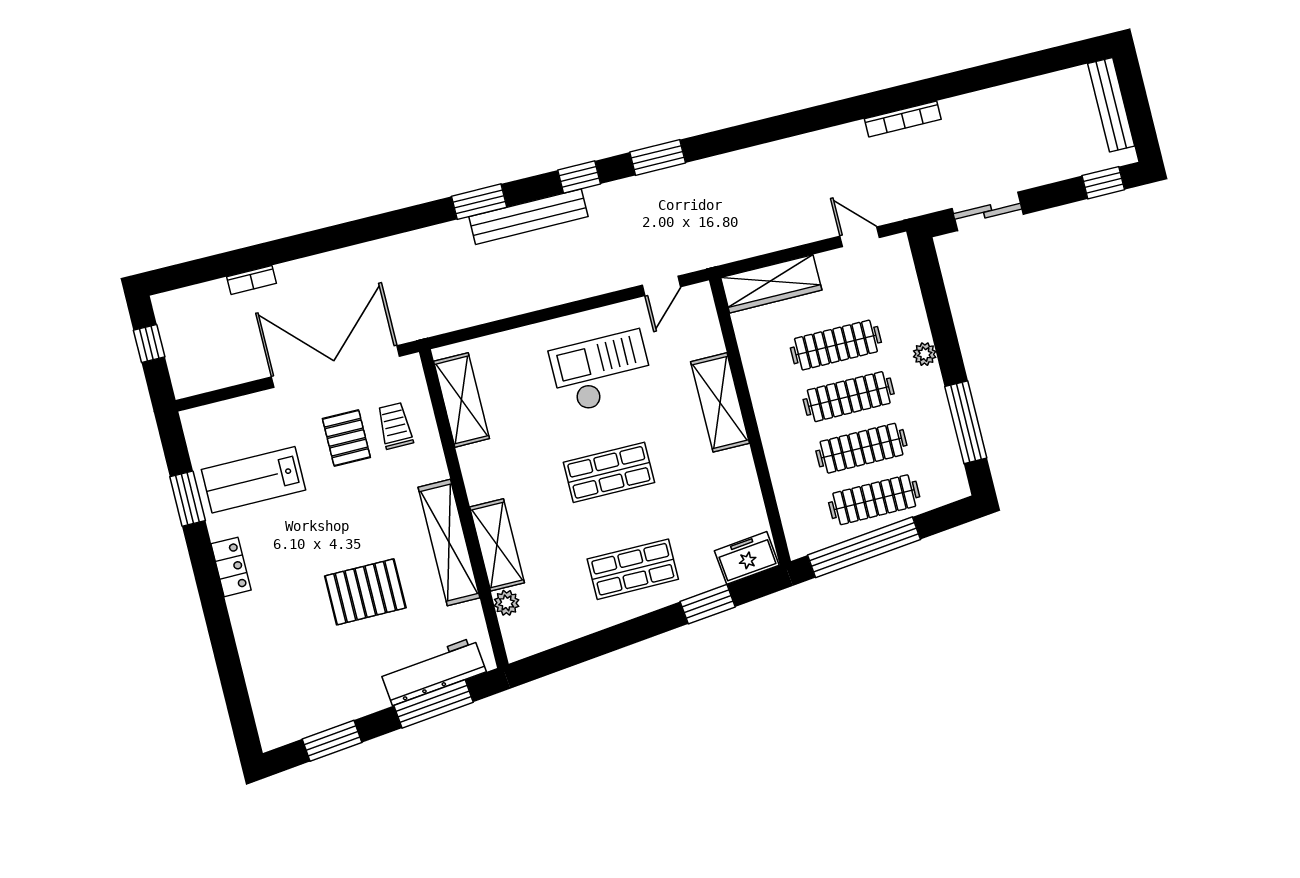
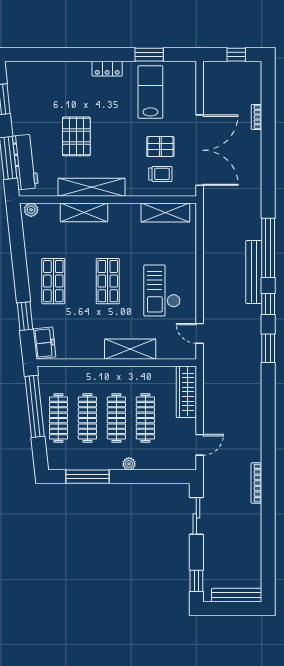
window: (479, 202) -> (268, 248), width x2.11
checkout: (602, 372) -> (162, 290), turned 180
plant: (507, 603) -> (31, 210), moved

